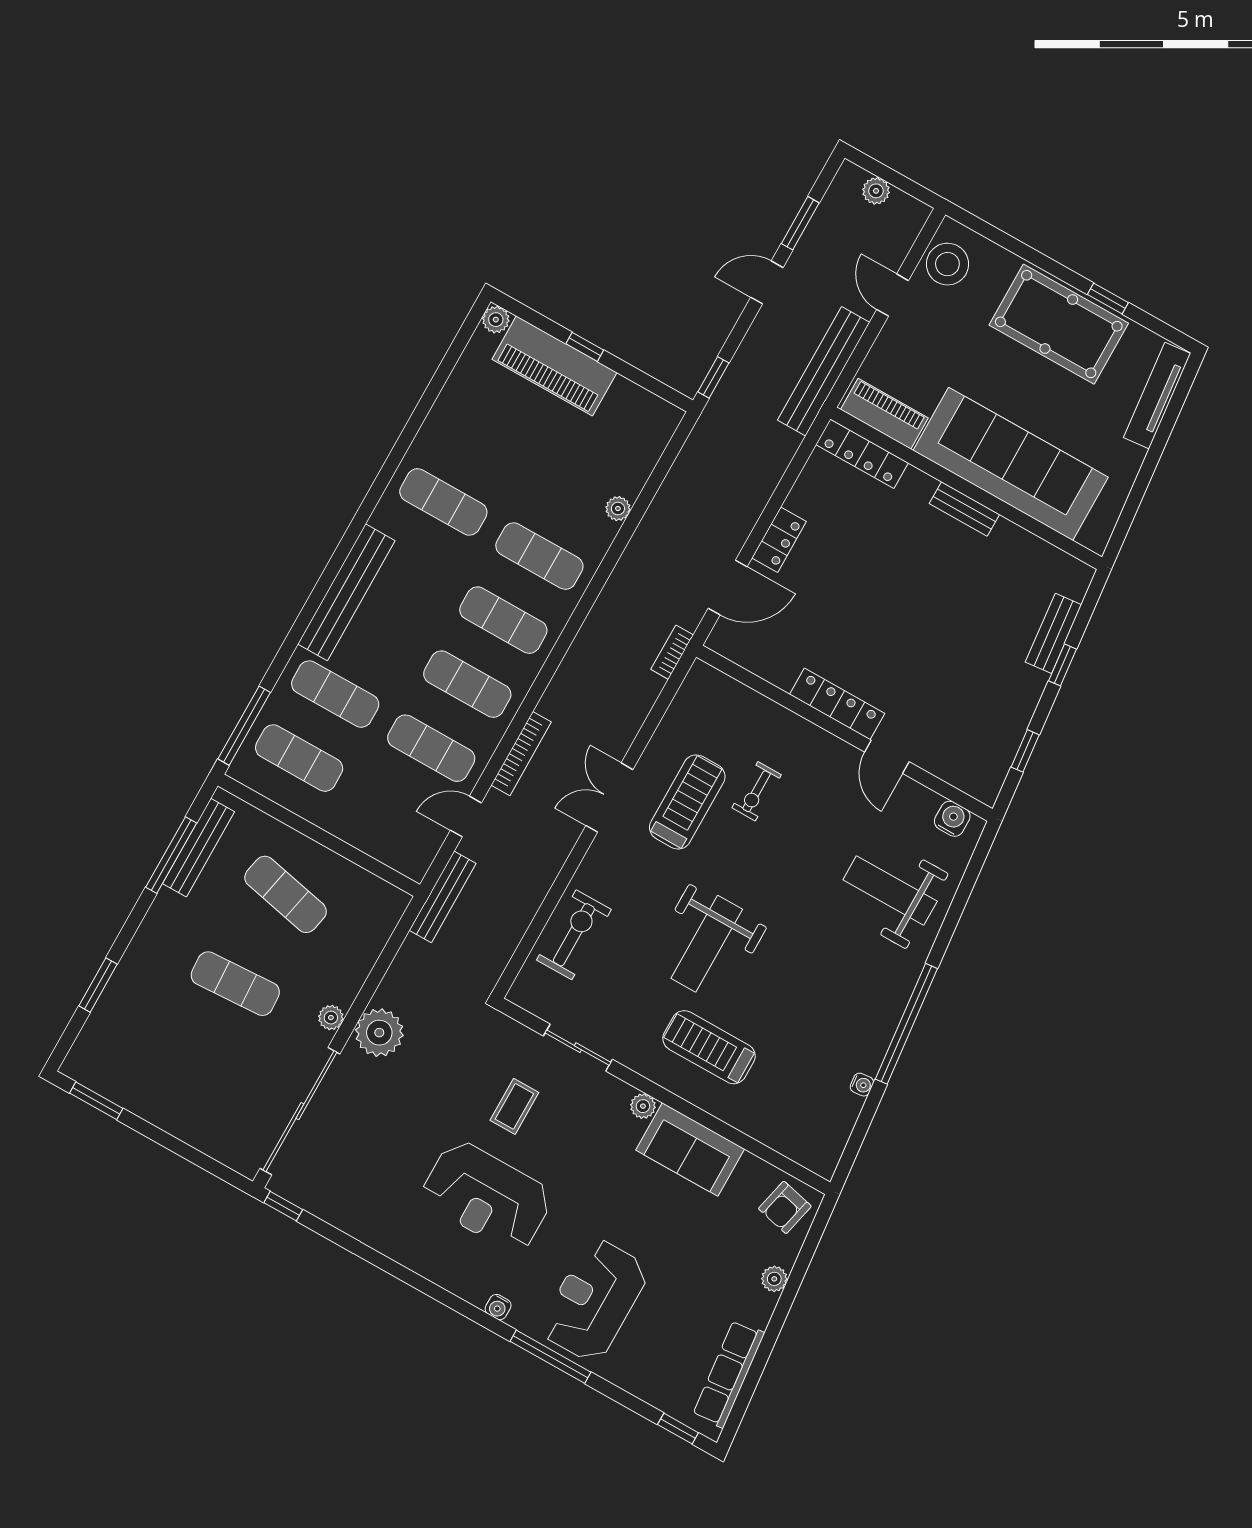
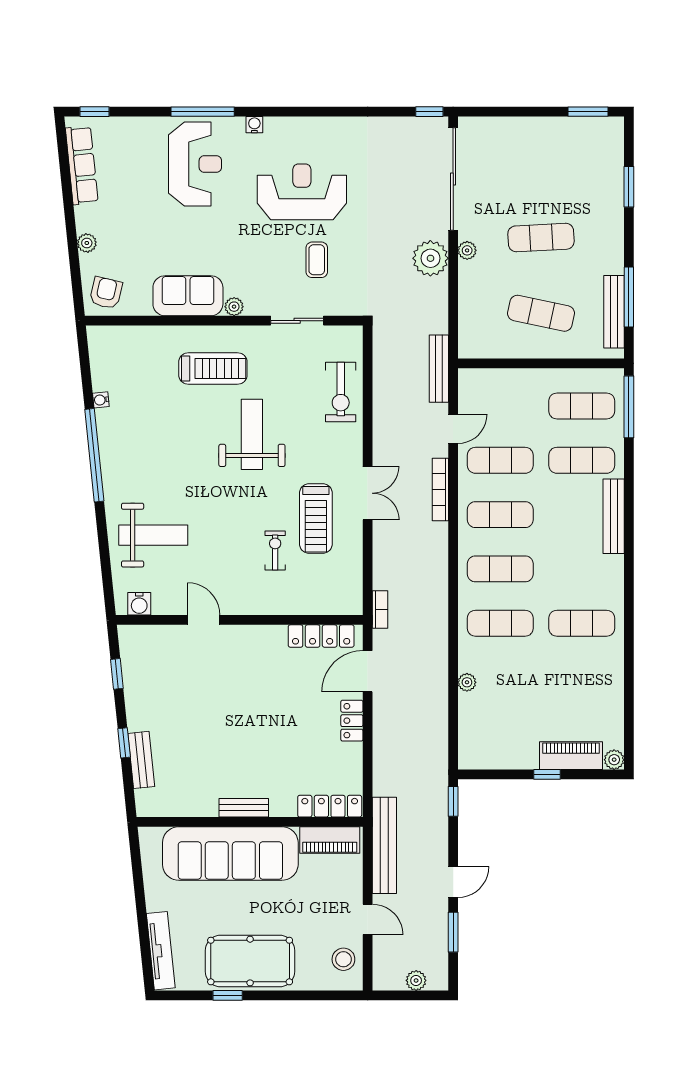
stool: (947, 264) -> (343, 959), width x0.73, depth x0.73
piano: (554, 366) -> (571, 756), width x0.73, depth x0.75
bench: (346, 592) -> (614, 516), width x0.73, depth x0.82
locker: (837, 704) -> (321, 636), moved

